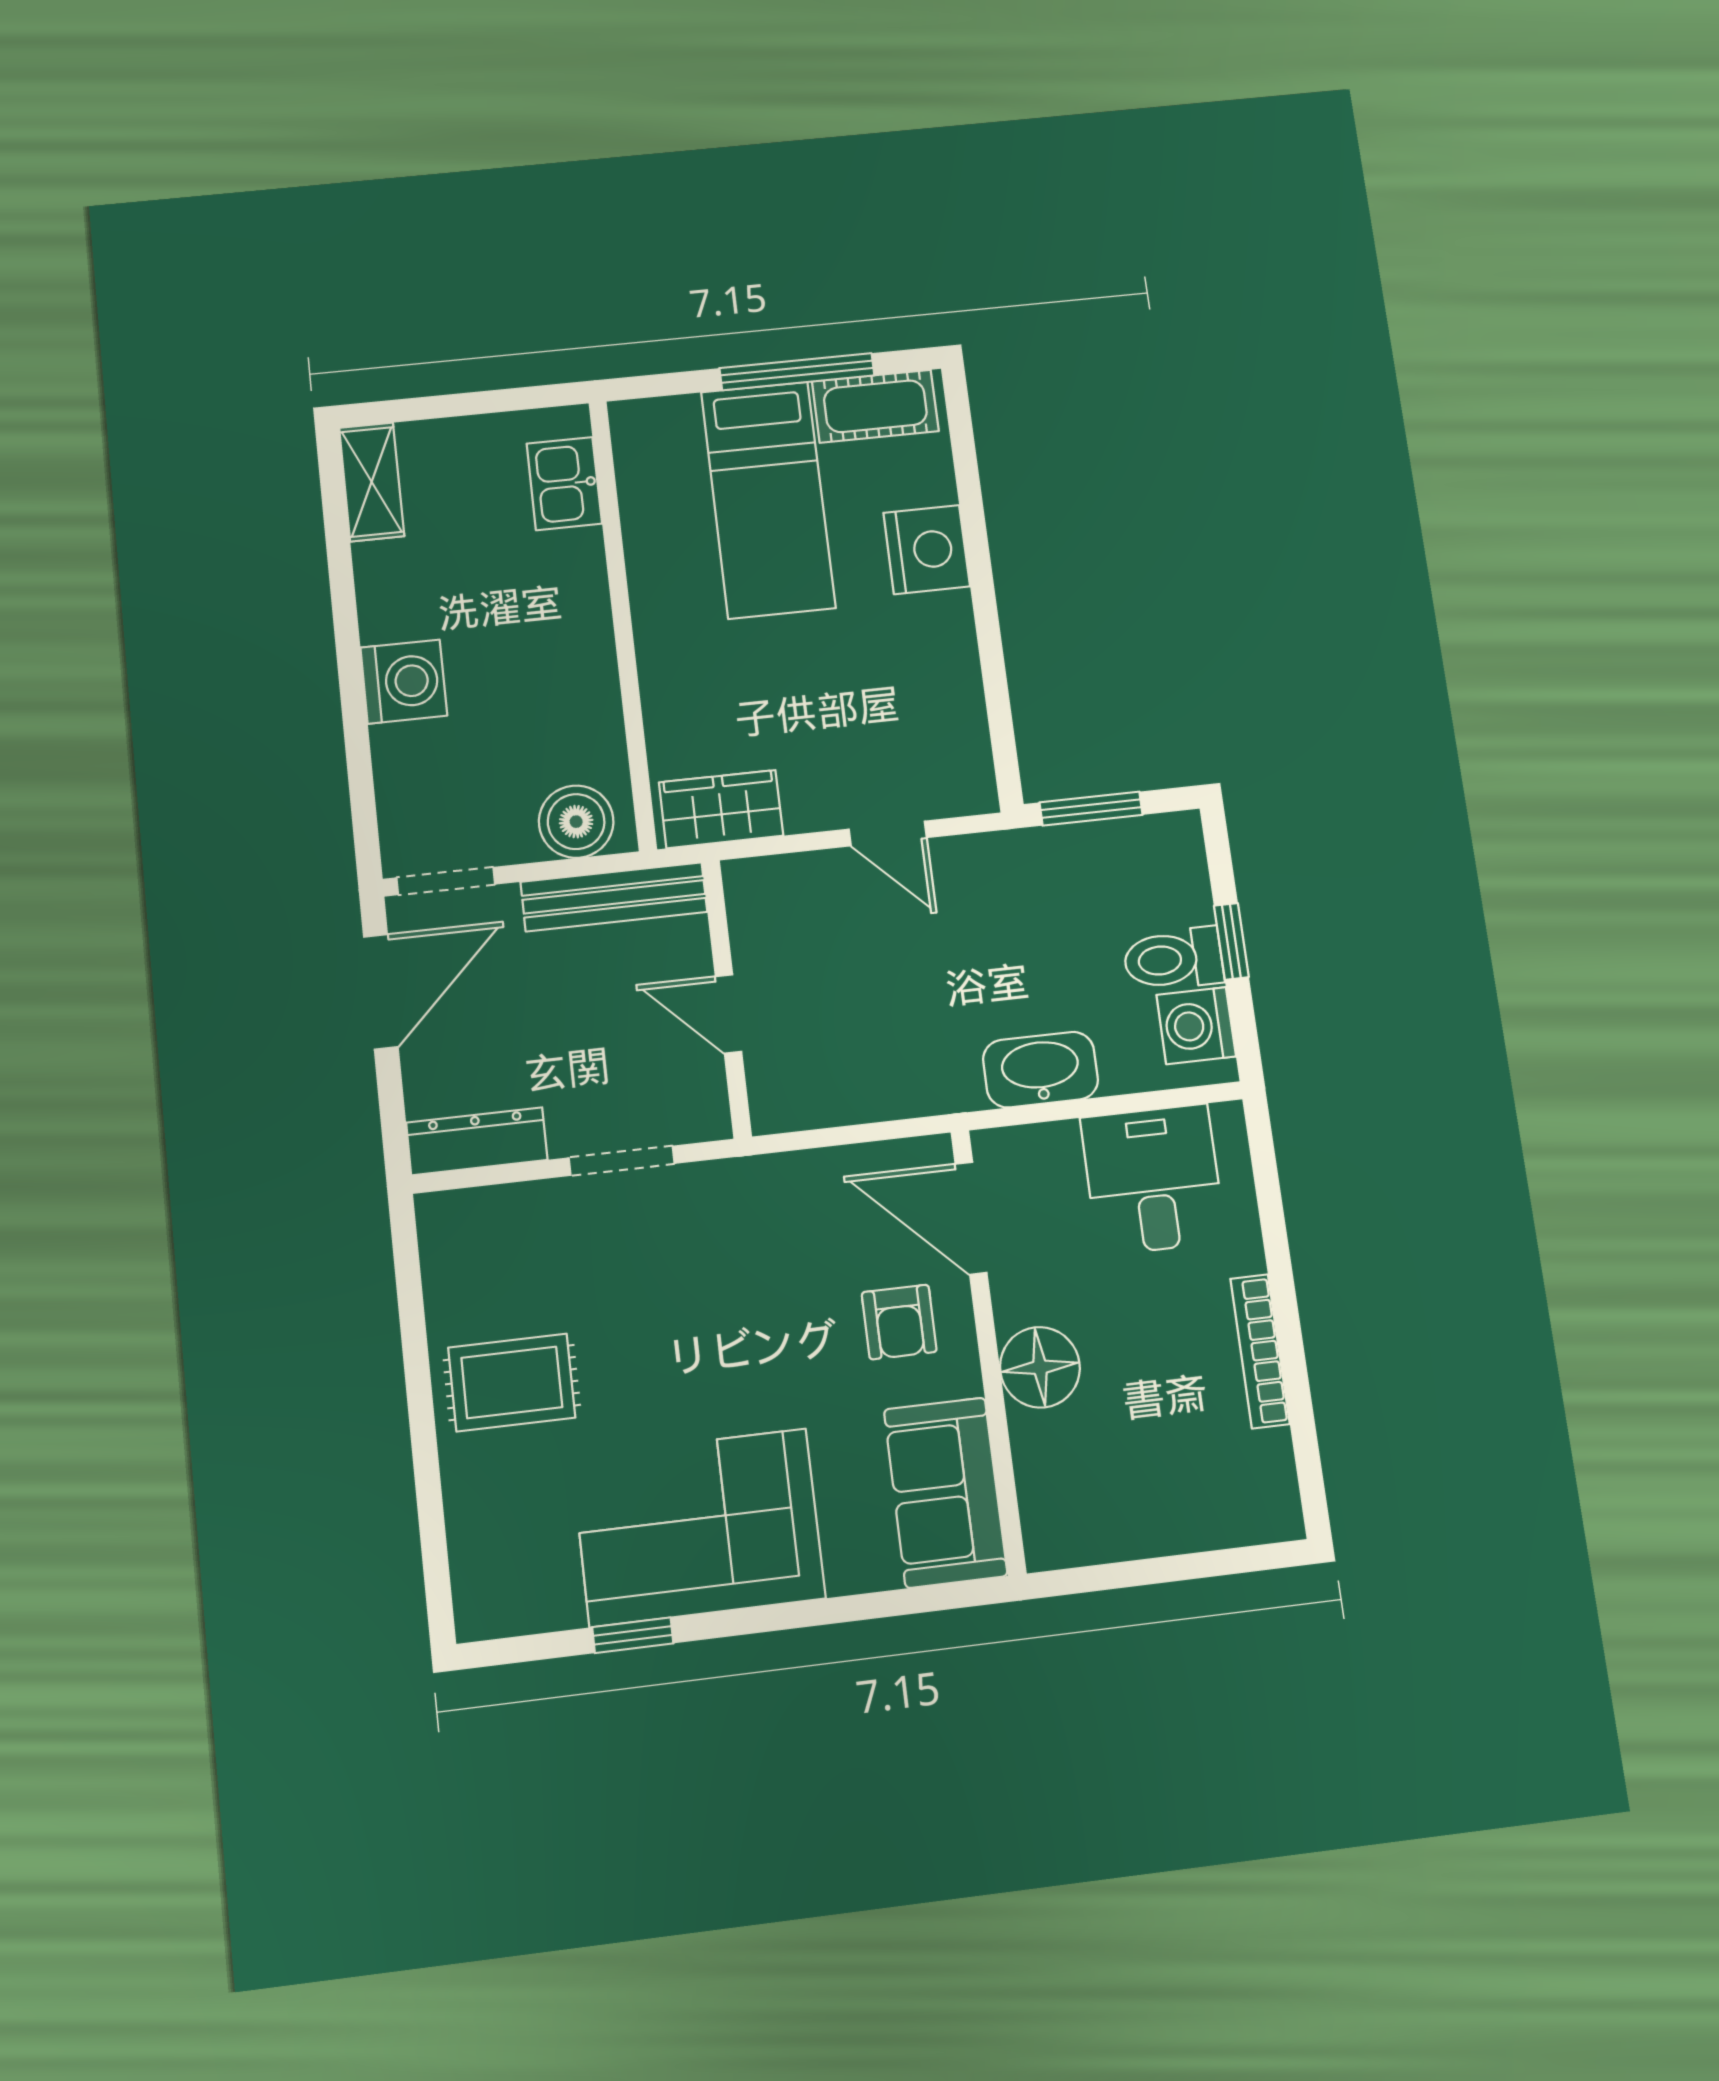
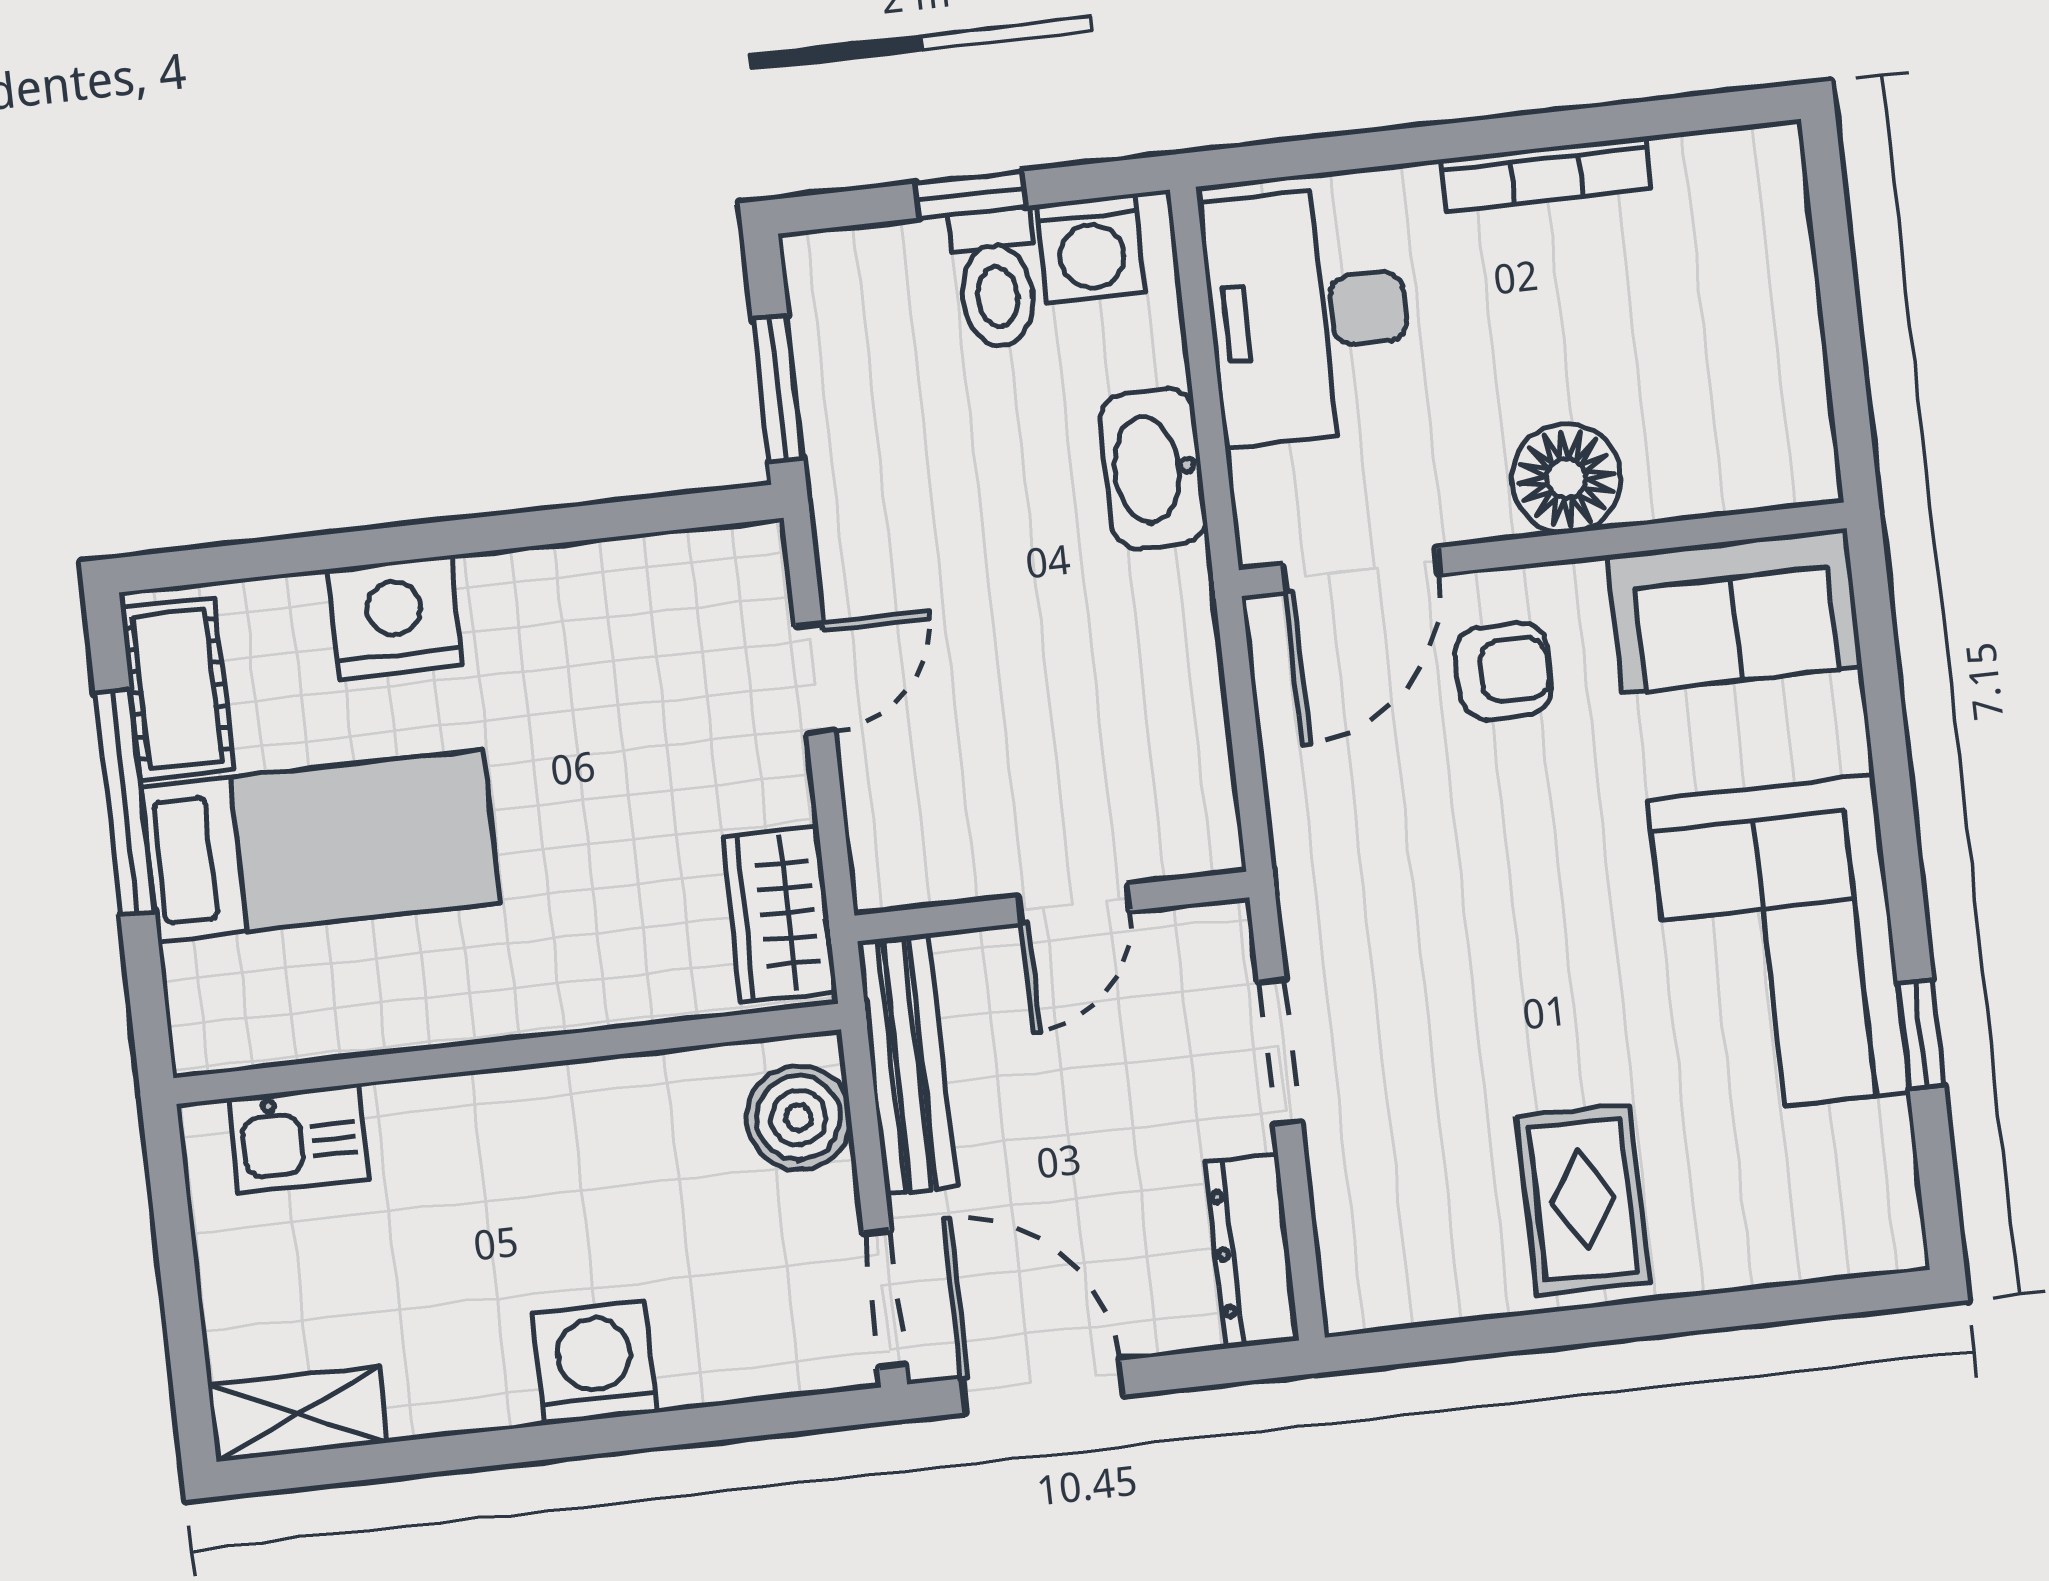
desk: (1153, 1180) -> (1308, 315), width x1.37

